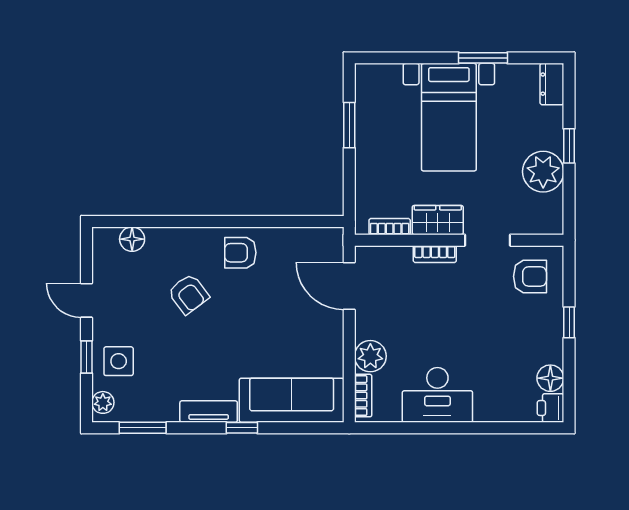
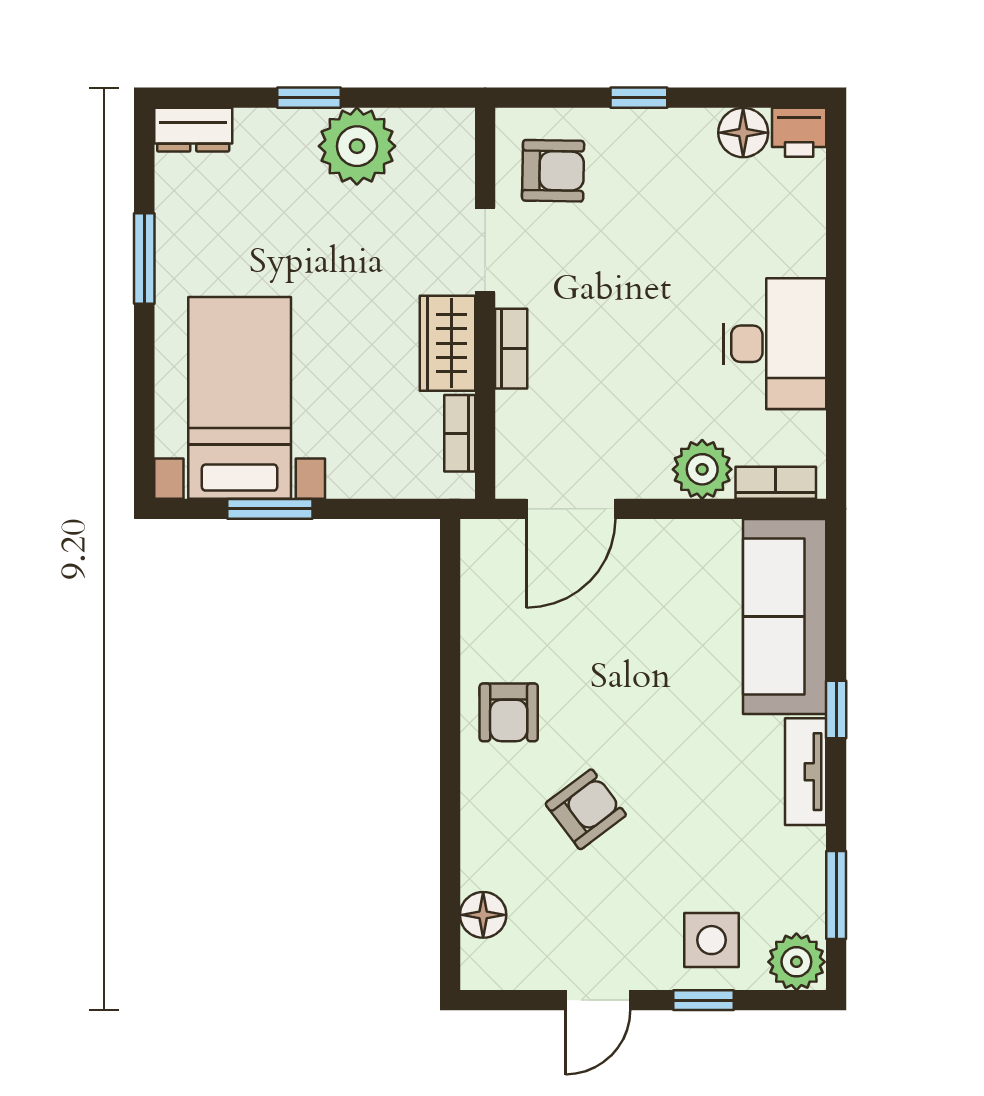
bed with nightstands: (449, 117) -> (240, 398), moved, turned -90
armchair: (530, 276) -> (553, 171), turned 91
plant: (103, 402) -> (796, 962), width x1.38, depth x1.38

